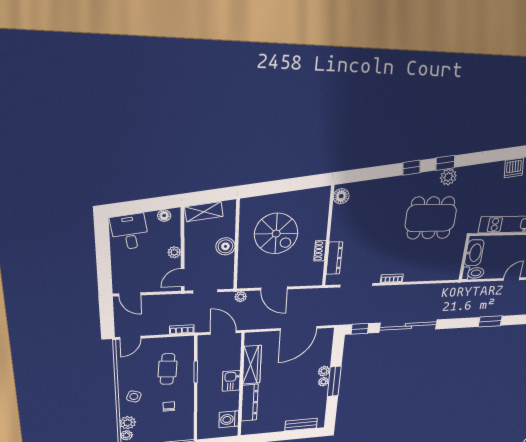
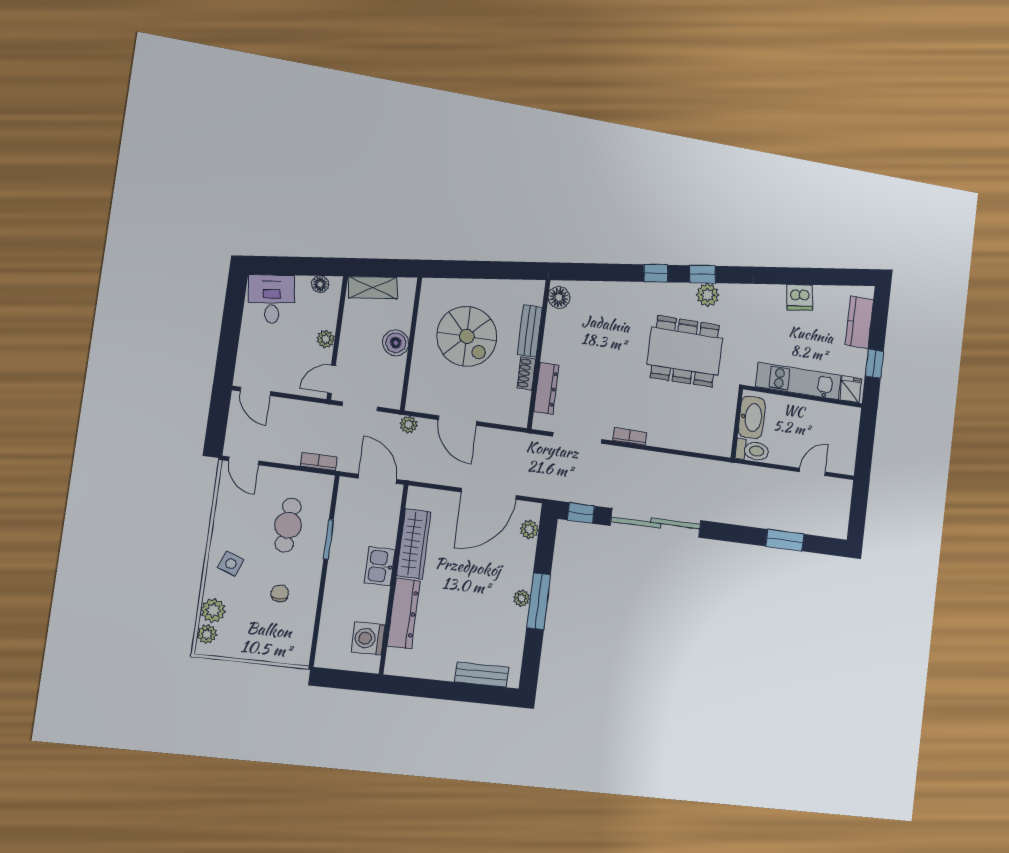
bench: (321, 222) -> (530, 331), added
door: (130, 338) -> (244, 461), hinge flipped
plant: (324, 371) -> (529, 529), moved

